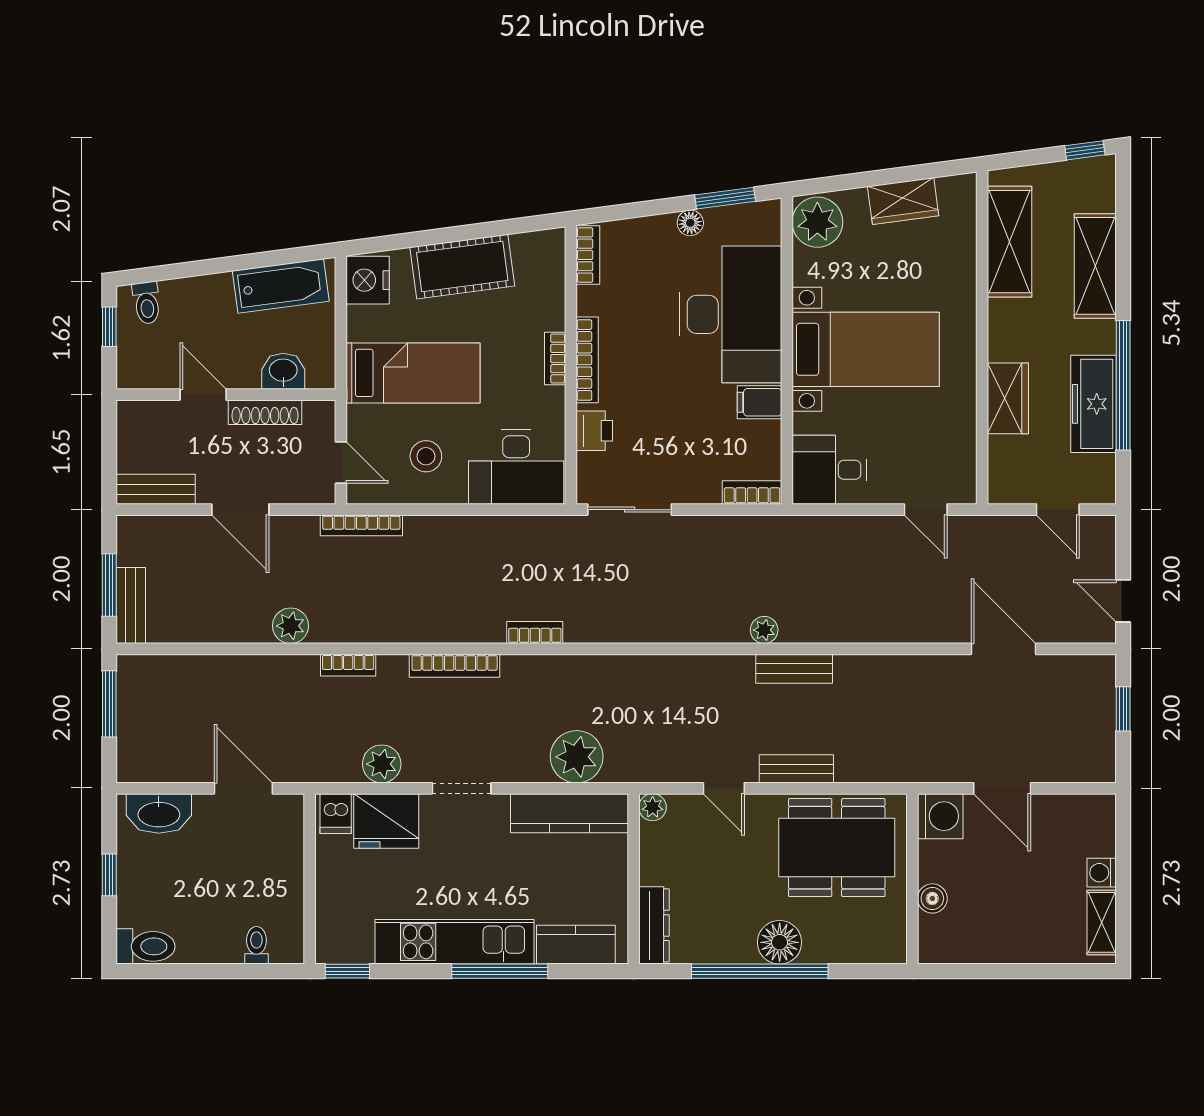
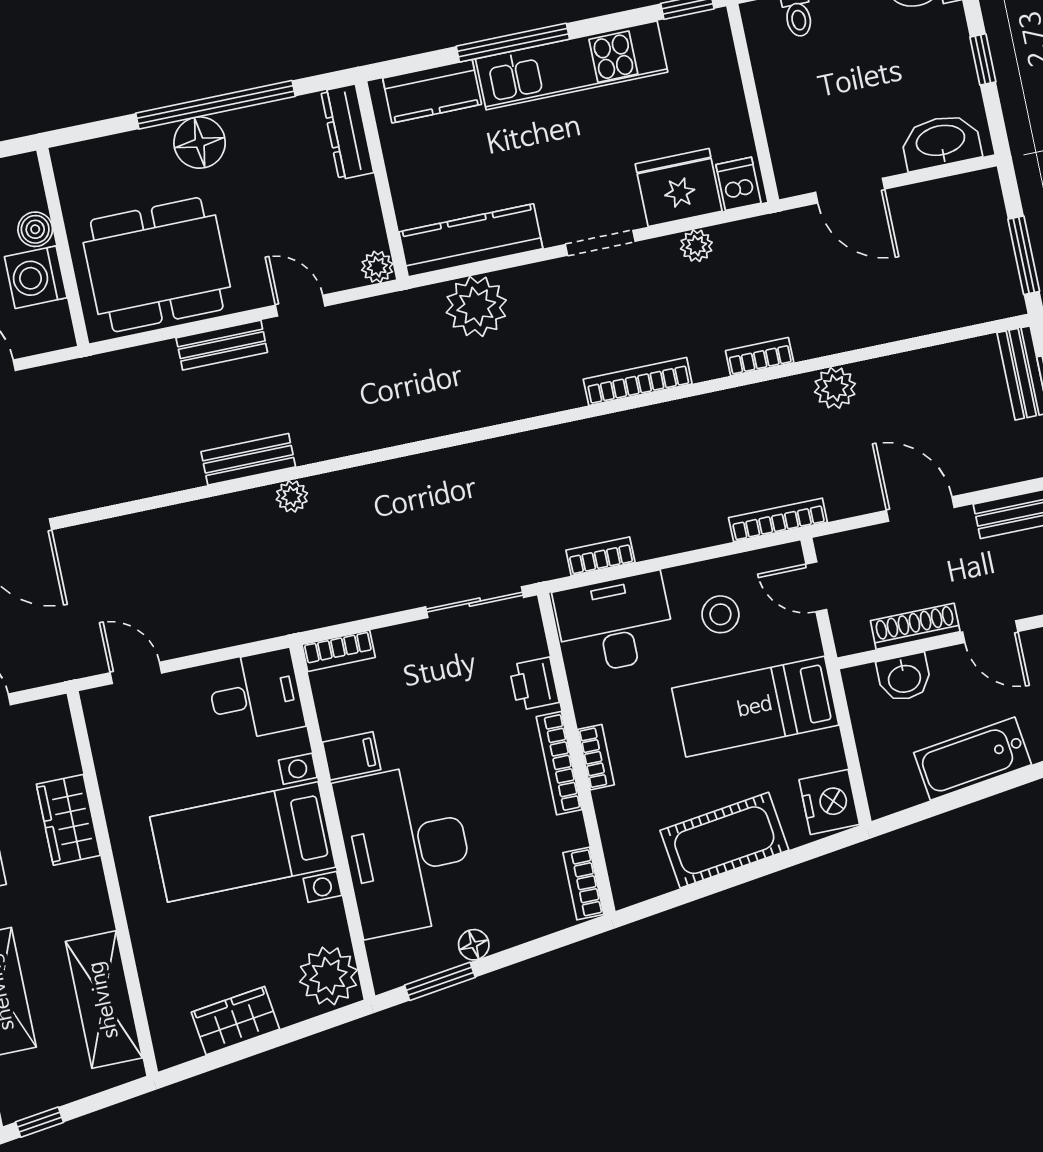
bathtub: (281, 286) -> (973, 759), moved
bookcase: (535, 633) -> (600, 556), moved, turned 180
plant: (382, 764) -> (696, 246), width x0.73, depth x0.73
washing machine: (940, 816) -> (36, 277), moved

